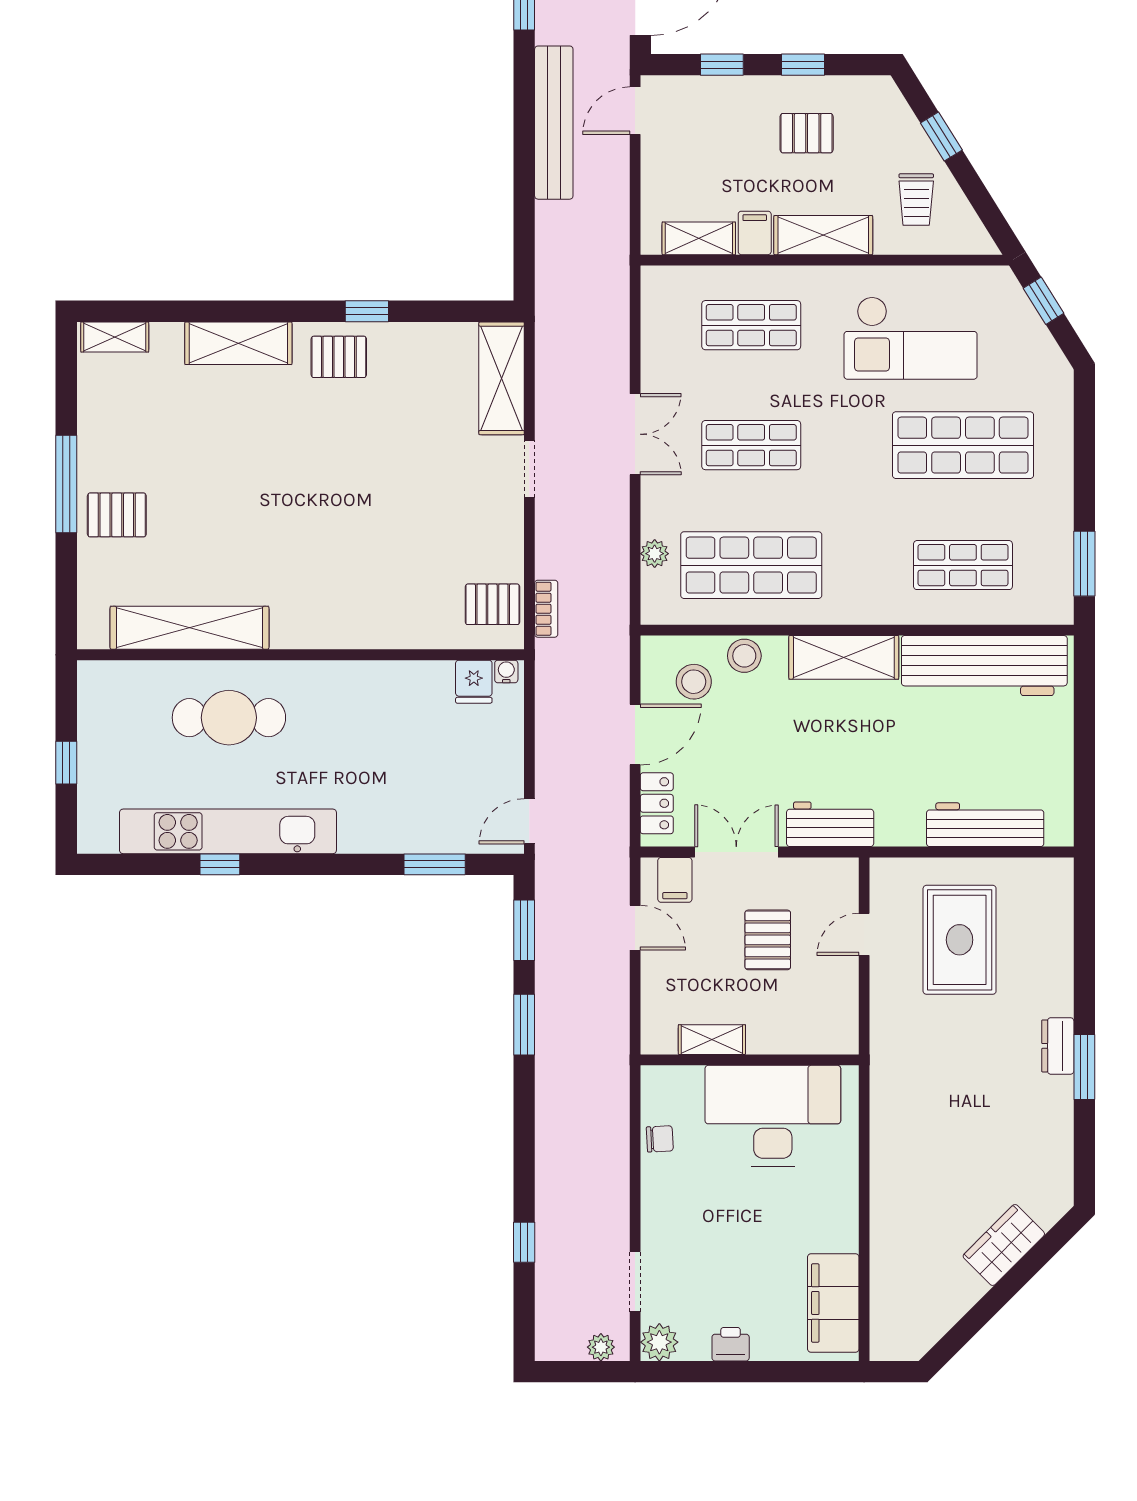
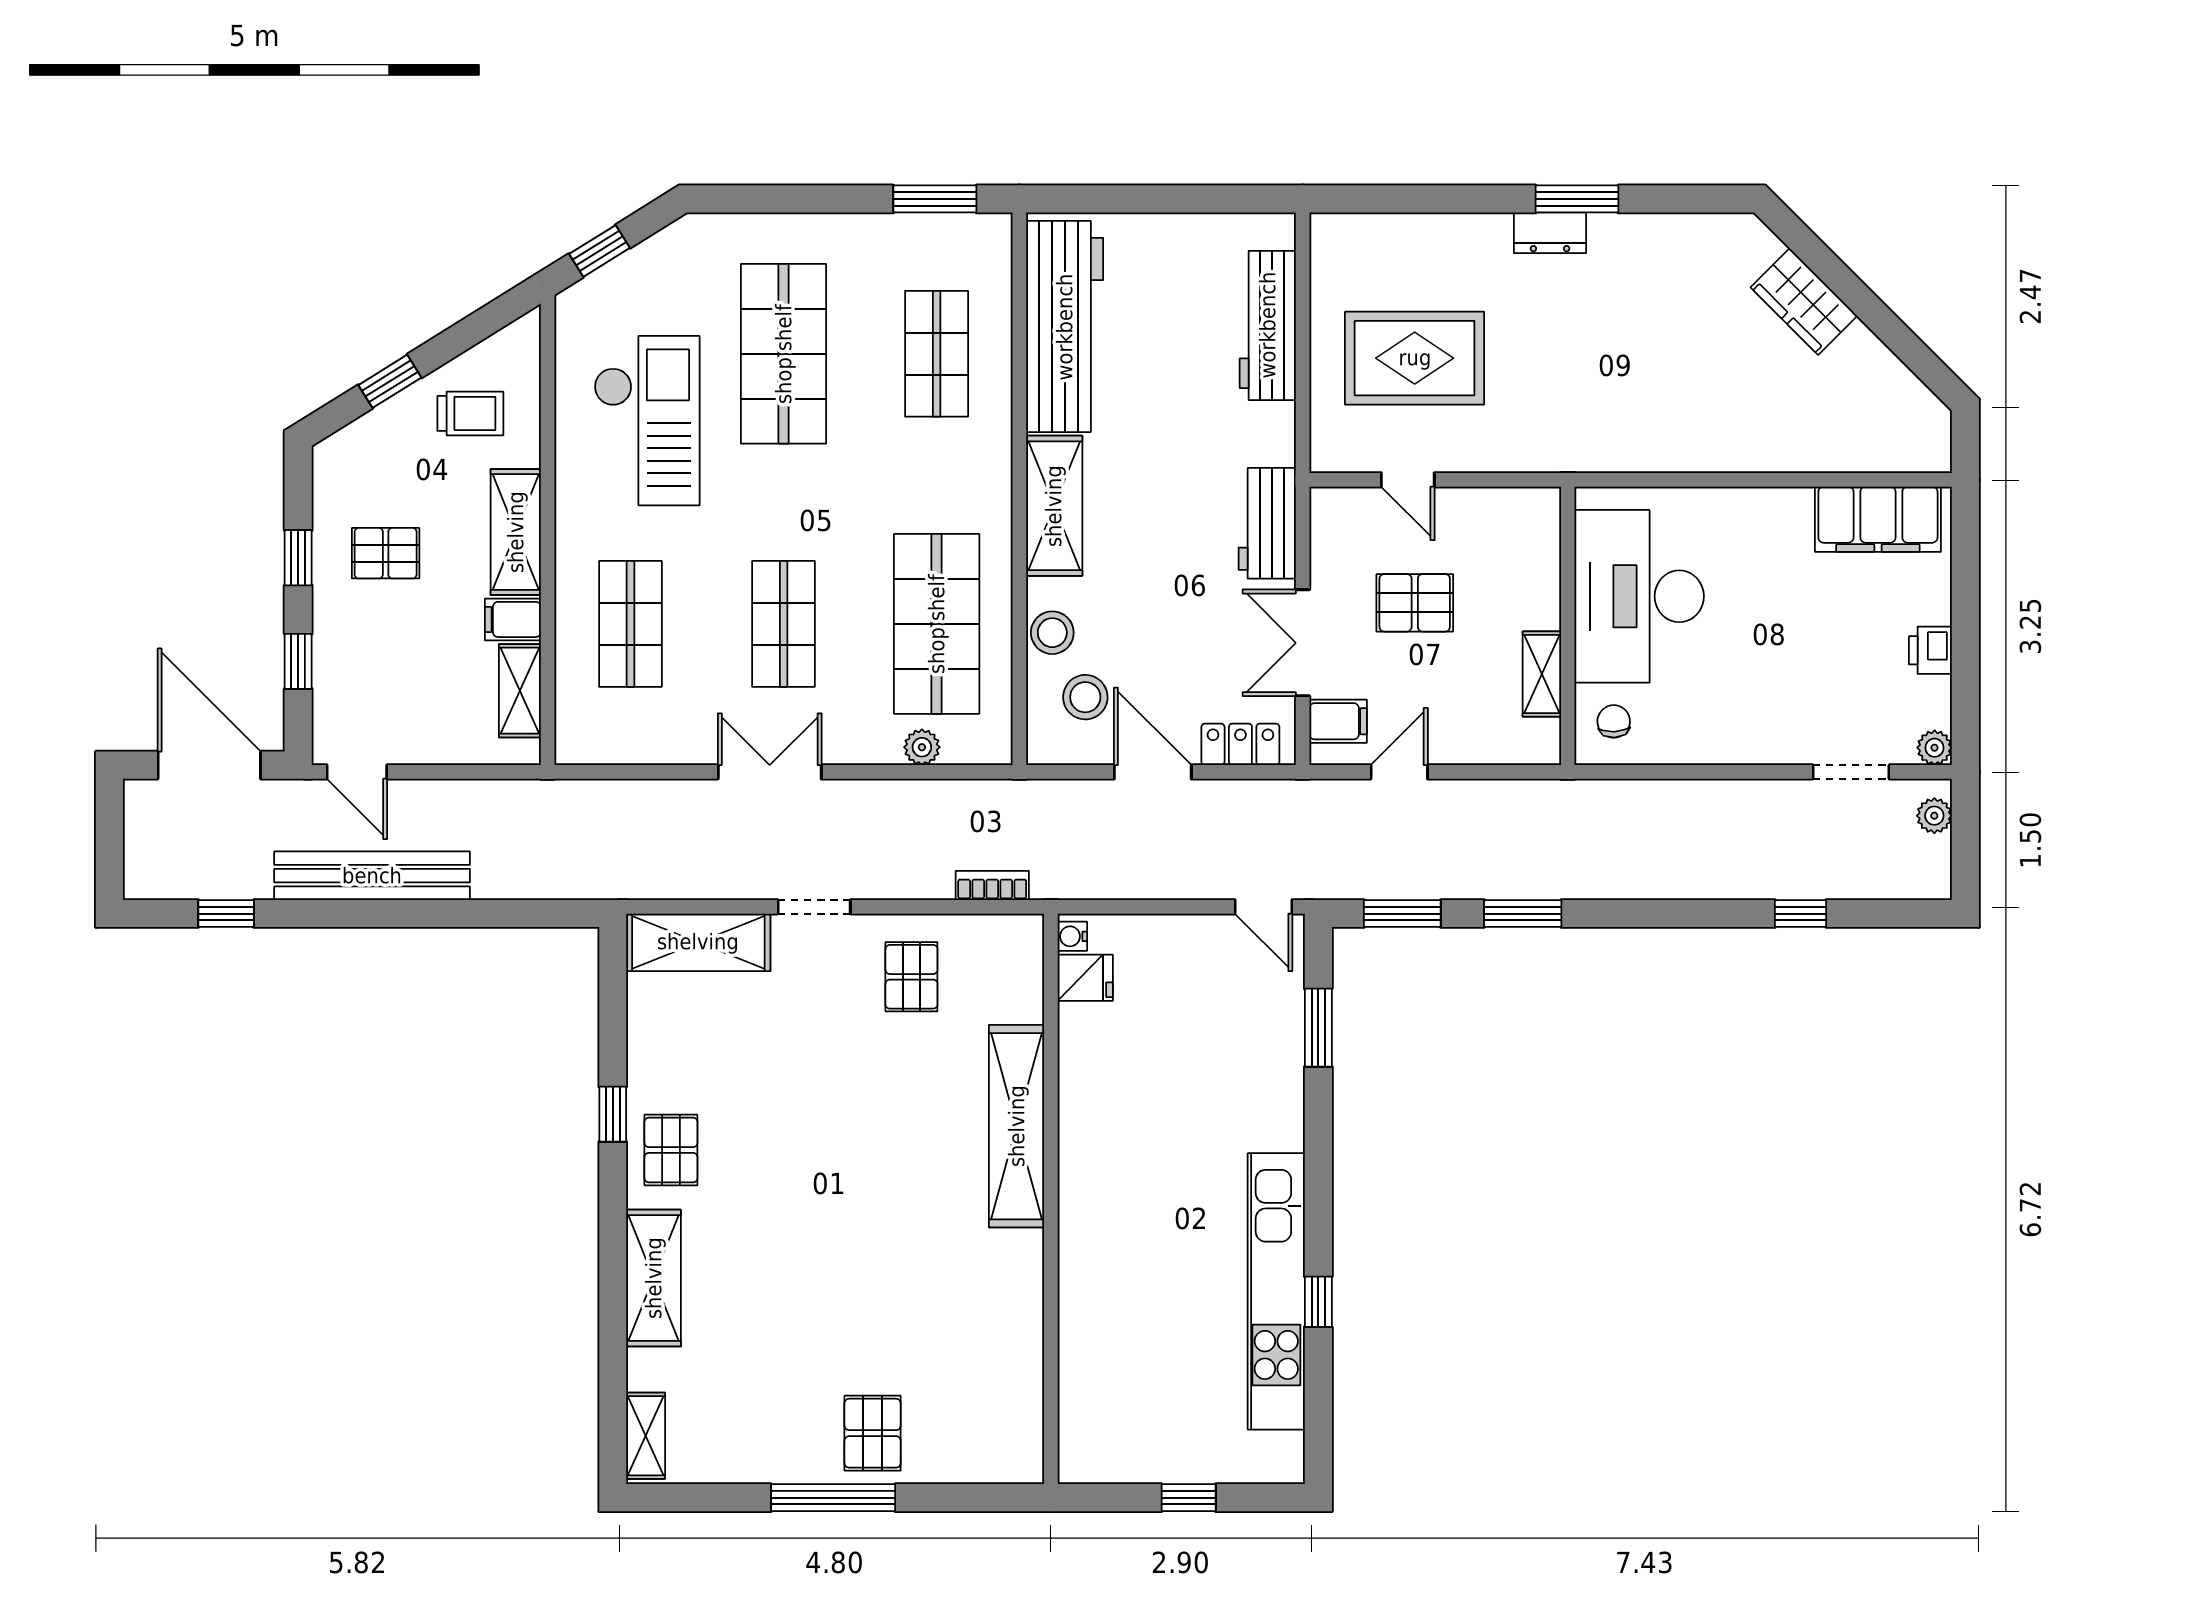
pallet: (807, 133) -> (386, 553), turned 90
pallet: (492, 604) -> (911, 977), moved
shelving: (189, 628) -> (1017, 1126), moved
cafe table: (229, 718) -> (1131, 1290), removed
chair: (660, 1139) -> (1614, 721), moved
plant: (659, 1342) -> (1935, 748), width x0.73, depth x0.73

